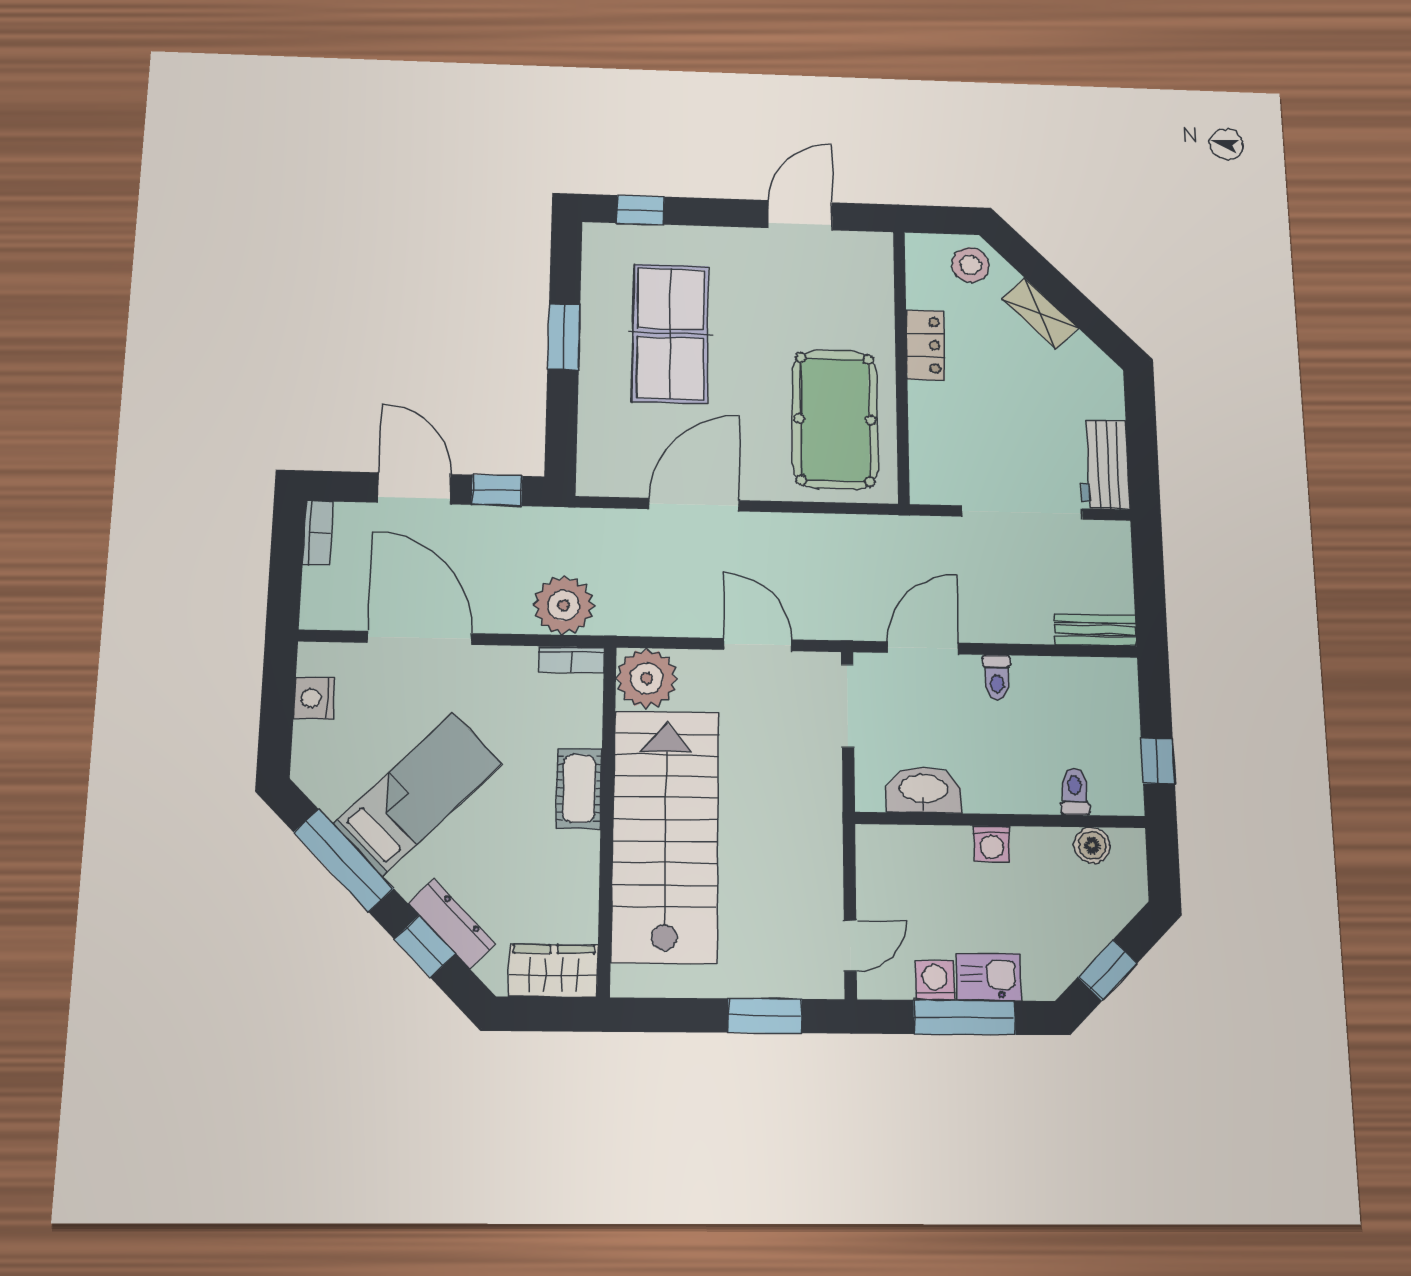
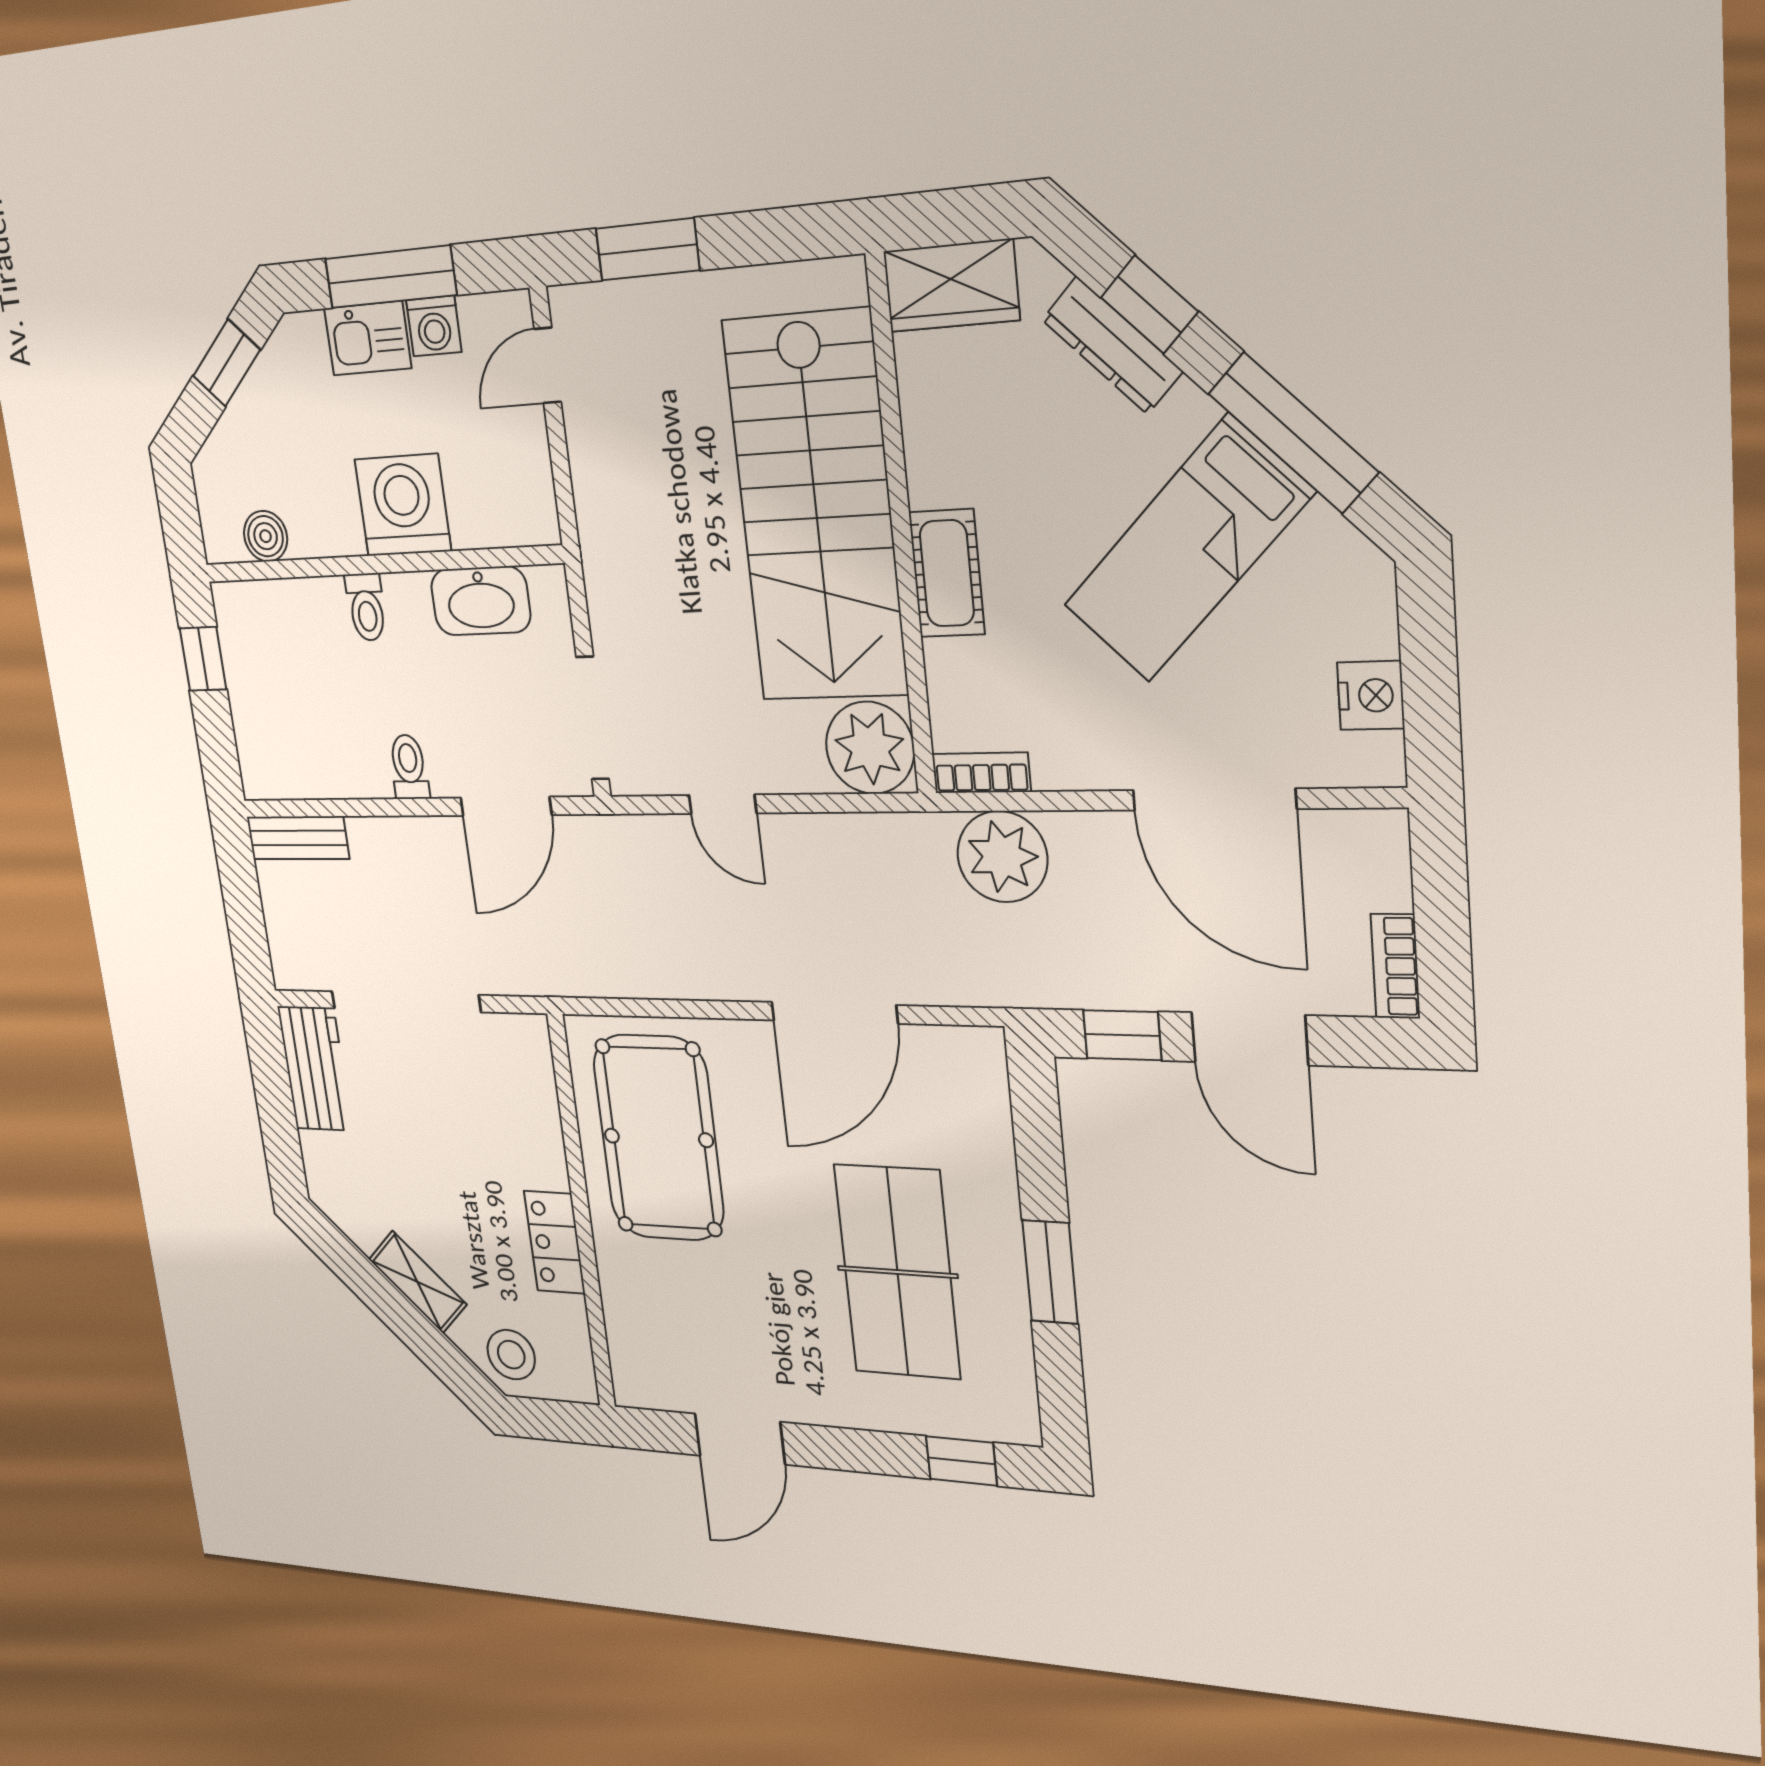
door: (758, 645) -> (723, 804), width x0.73
toilet: (1075, 792) -> (366, 607), moved
washing machine: (992, 844) -> (403, 505), width x1.89, depth x1.89

